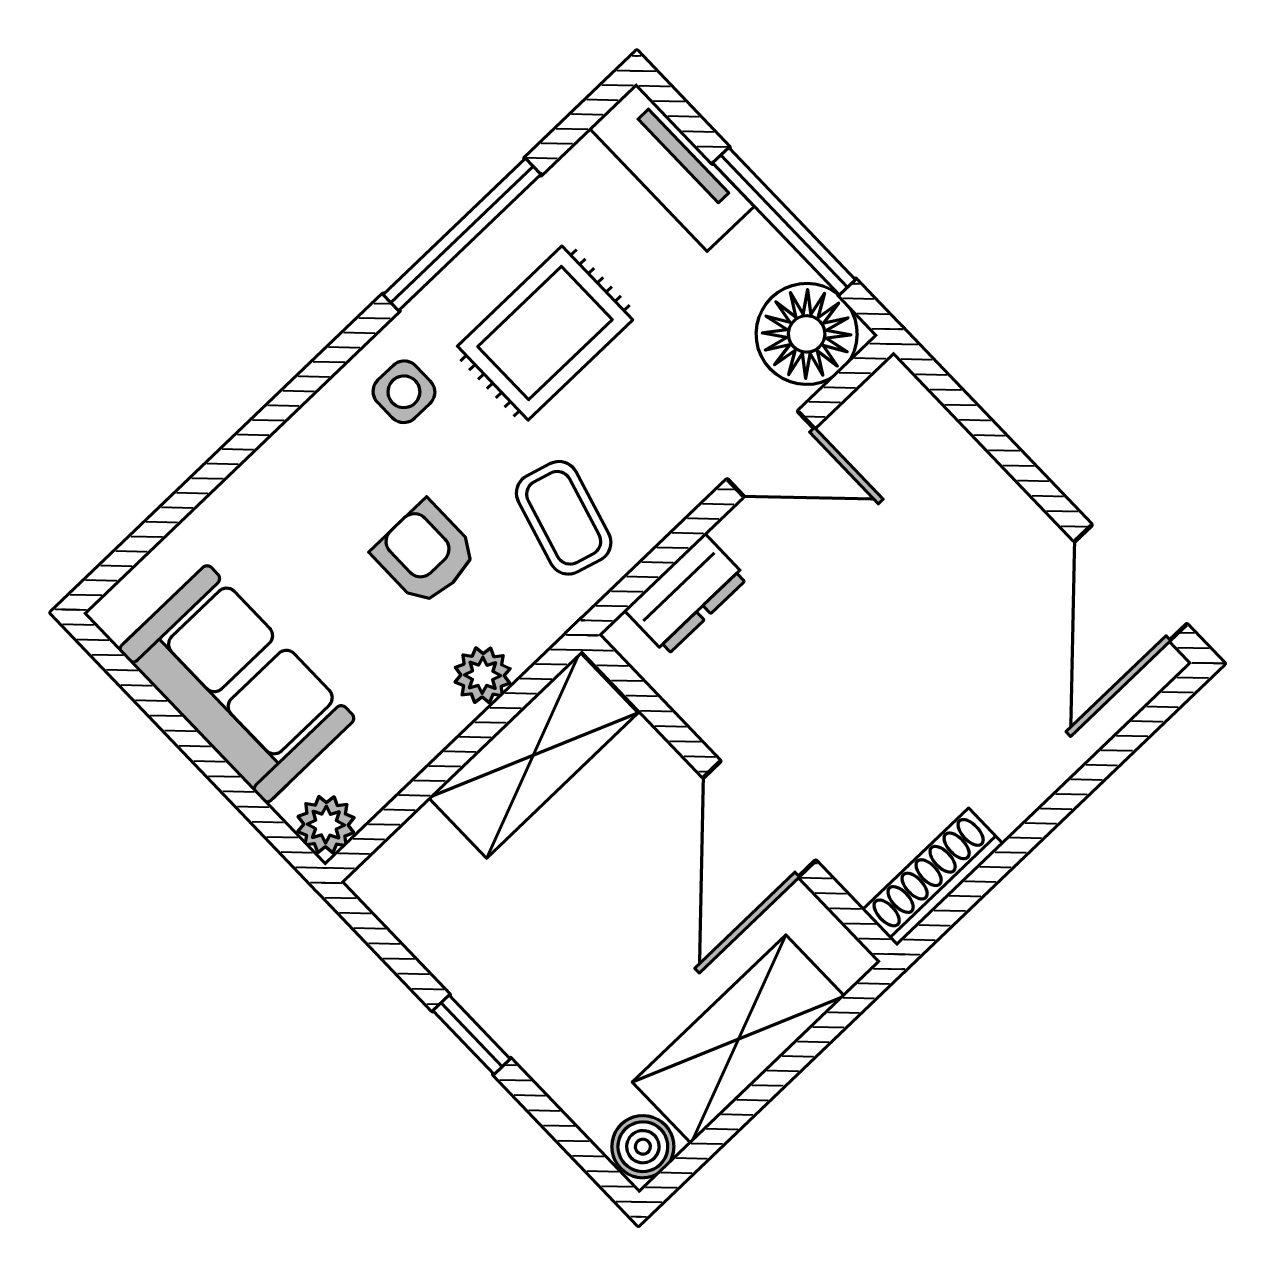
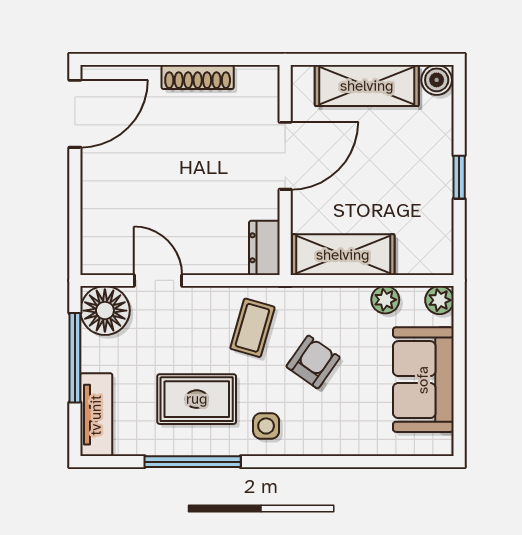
armchair: (425, 553) -> (313, 362), turned -145
dresser: (686, 594) -> (264, 248), moved, turned -90
plant: (483, 675) -> (385, 300), moved
shoe rack: (933, 877) -> (198, 77), moved

